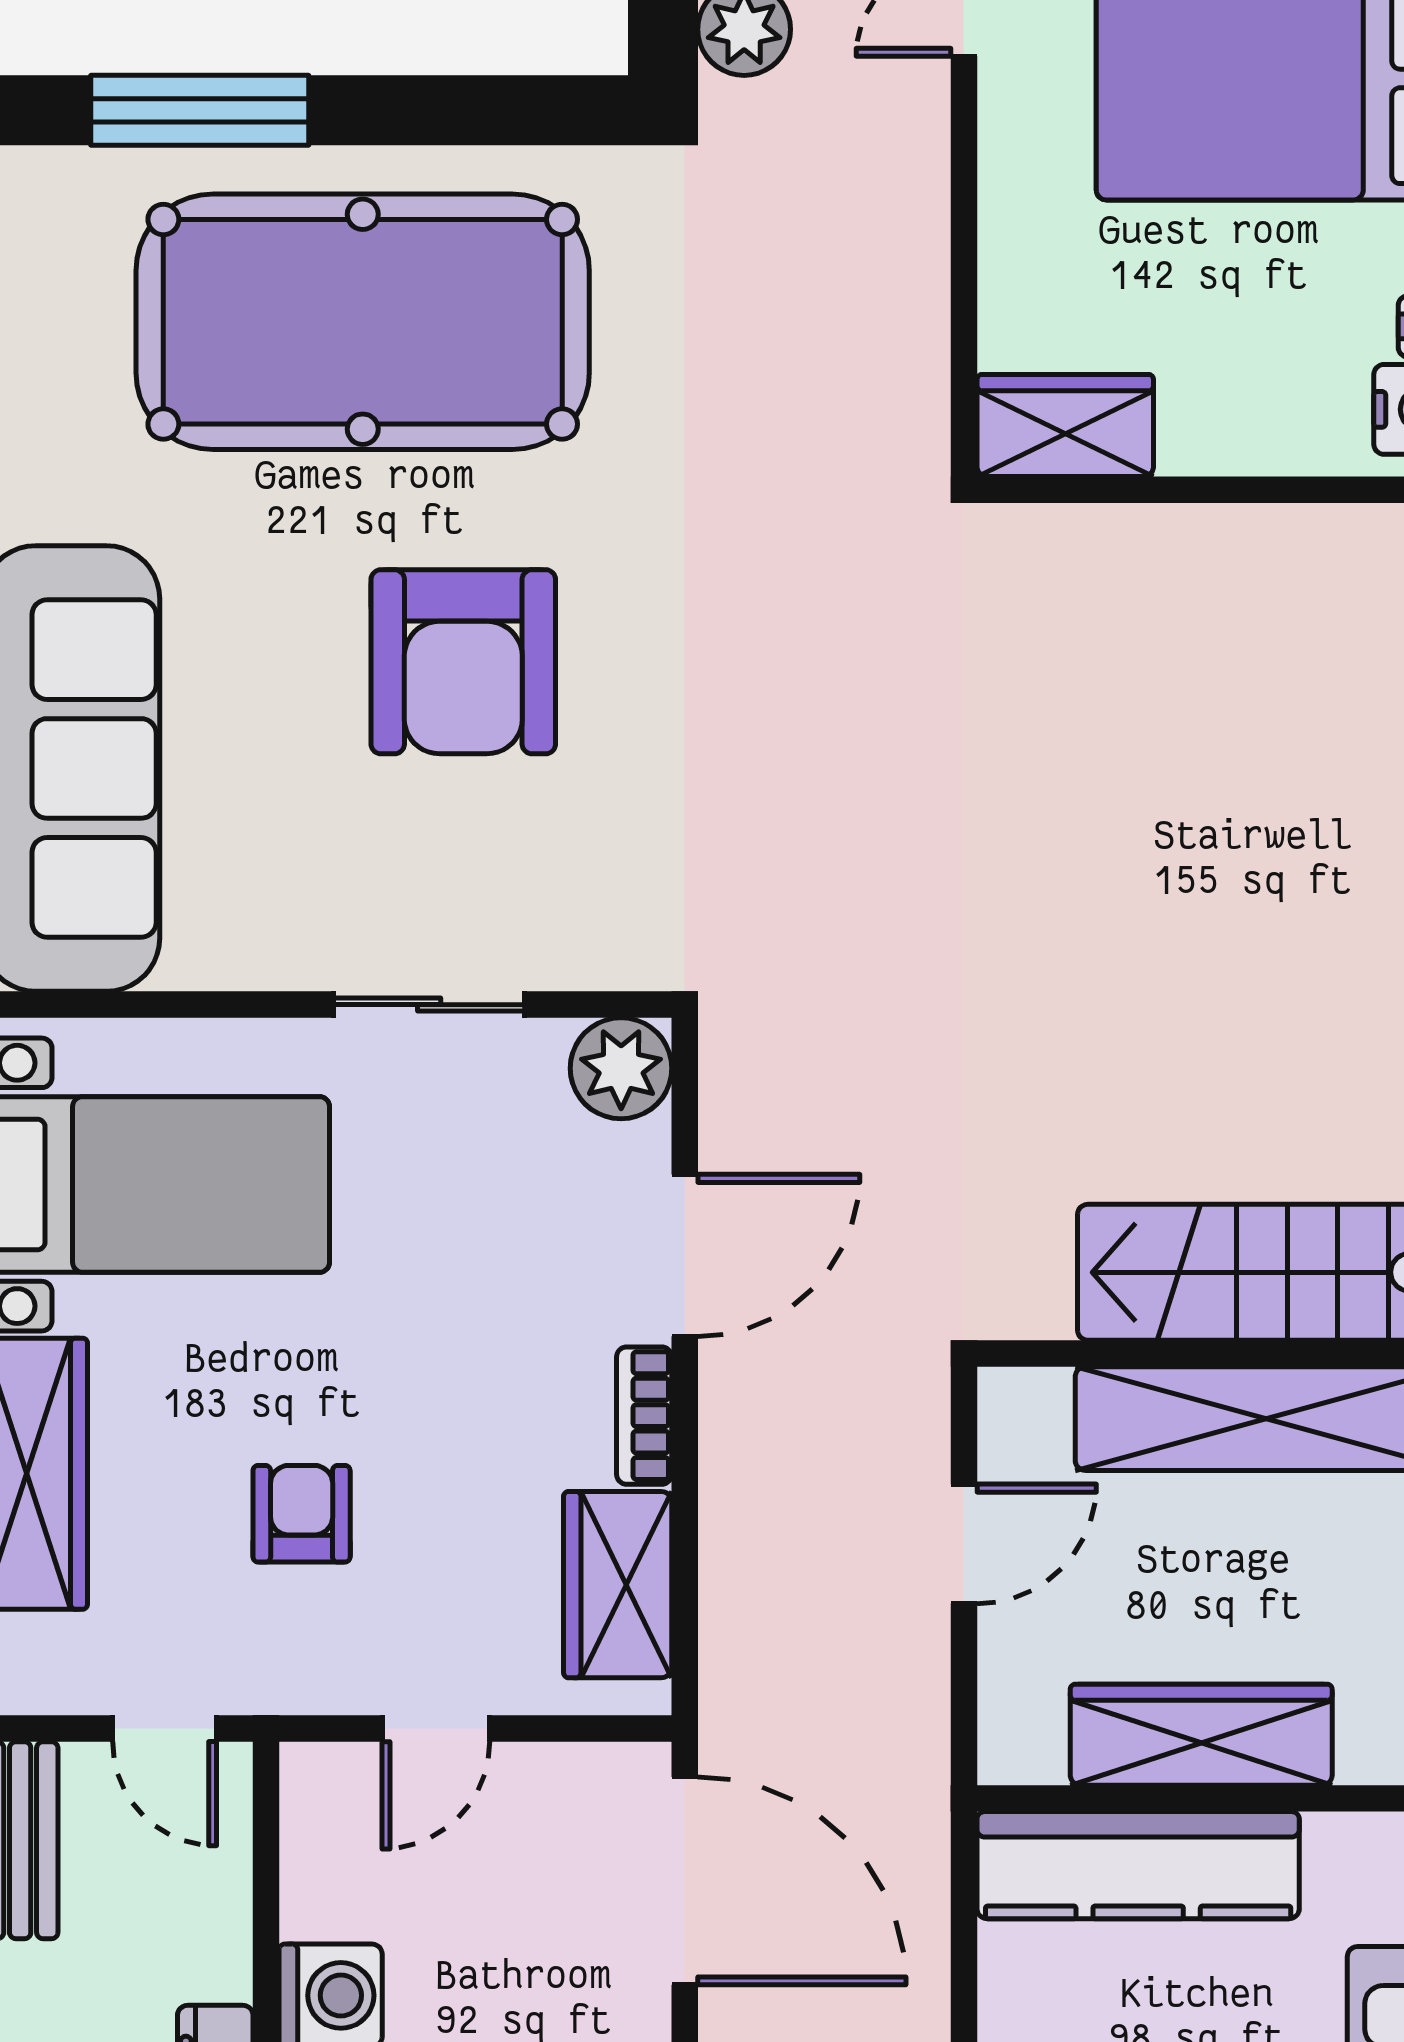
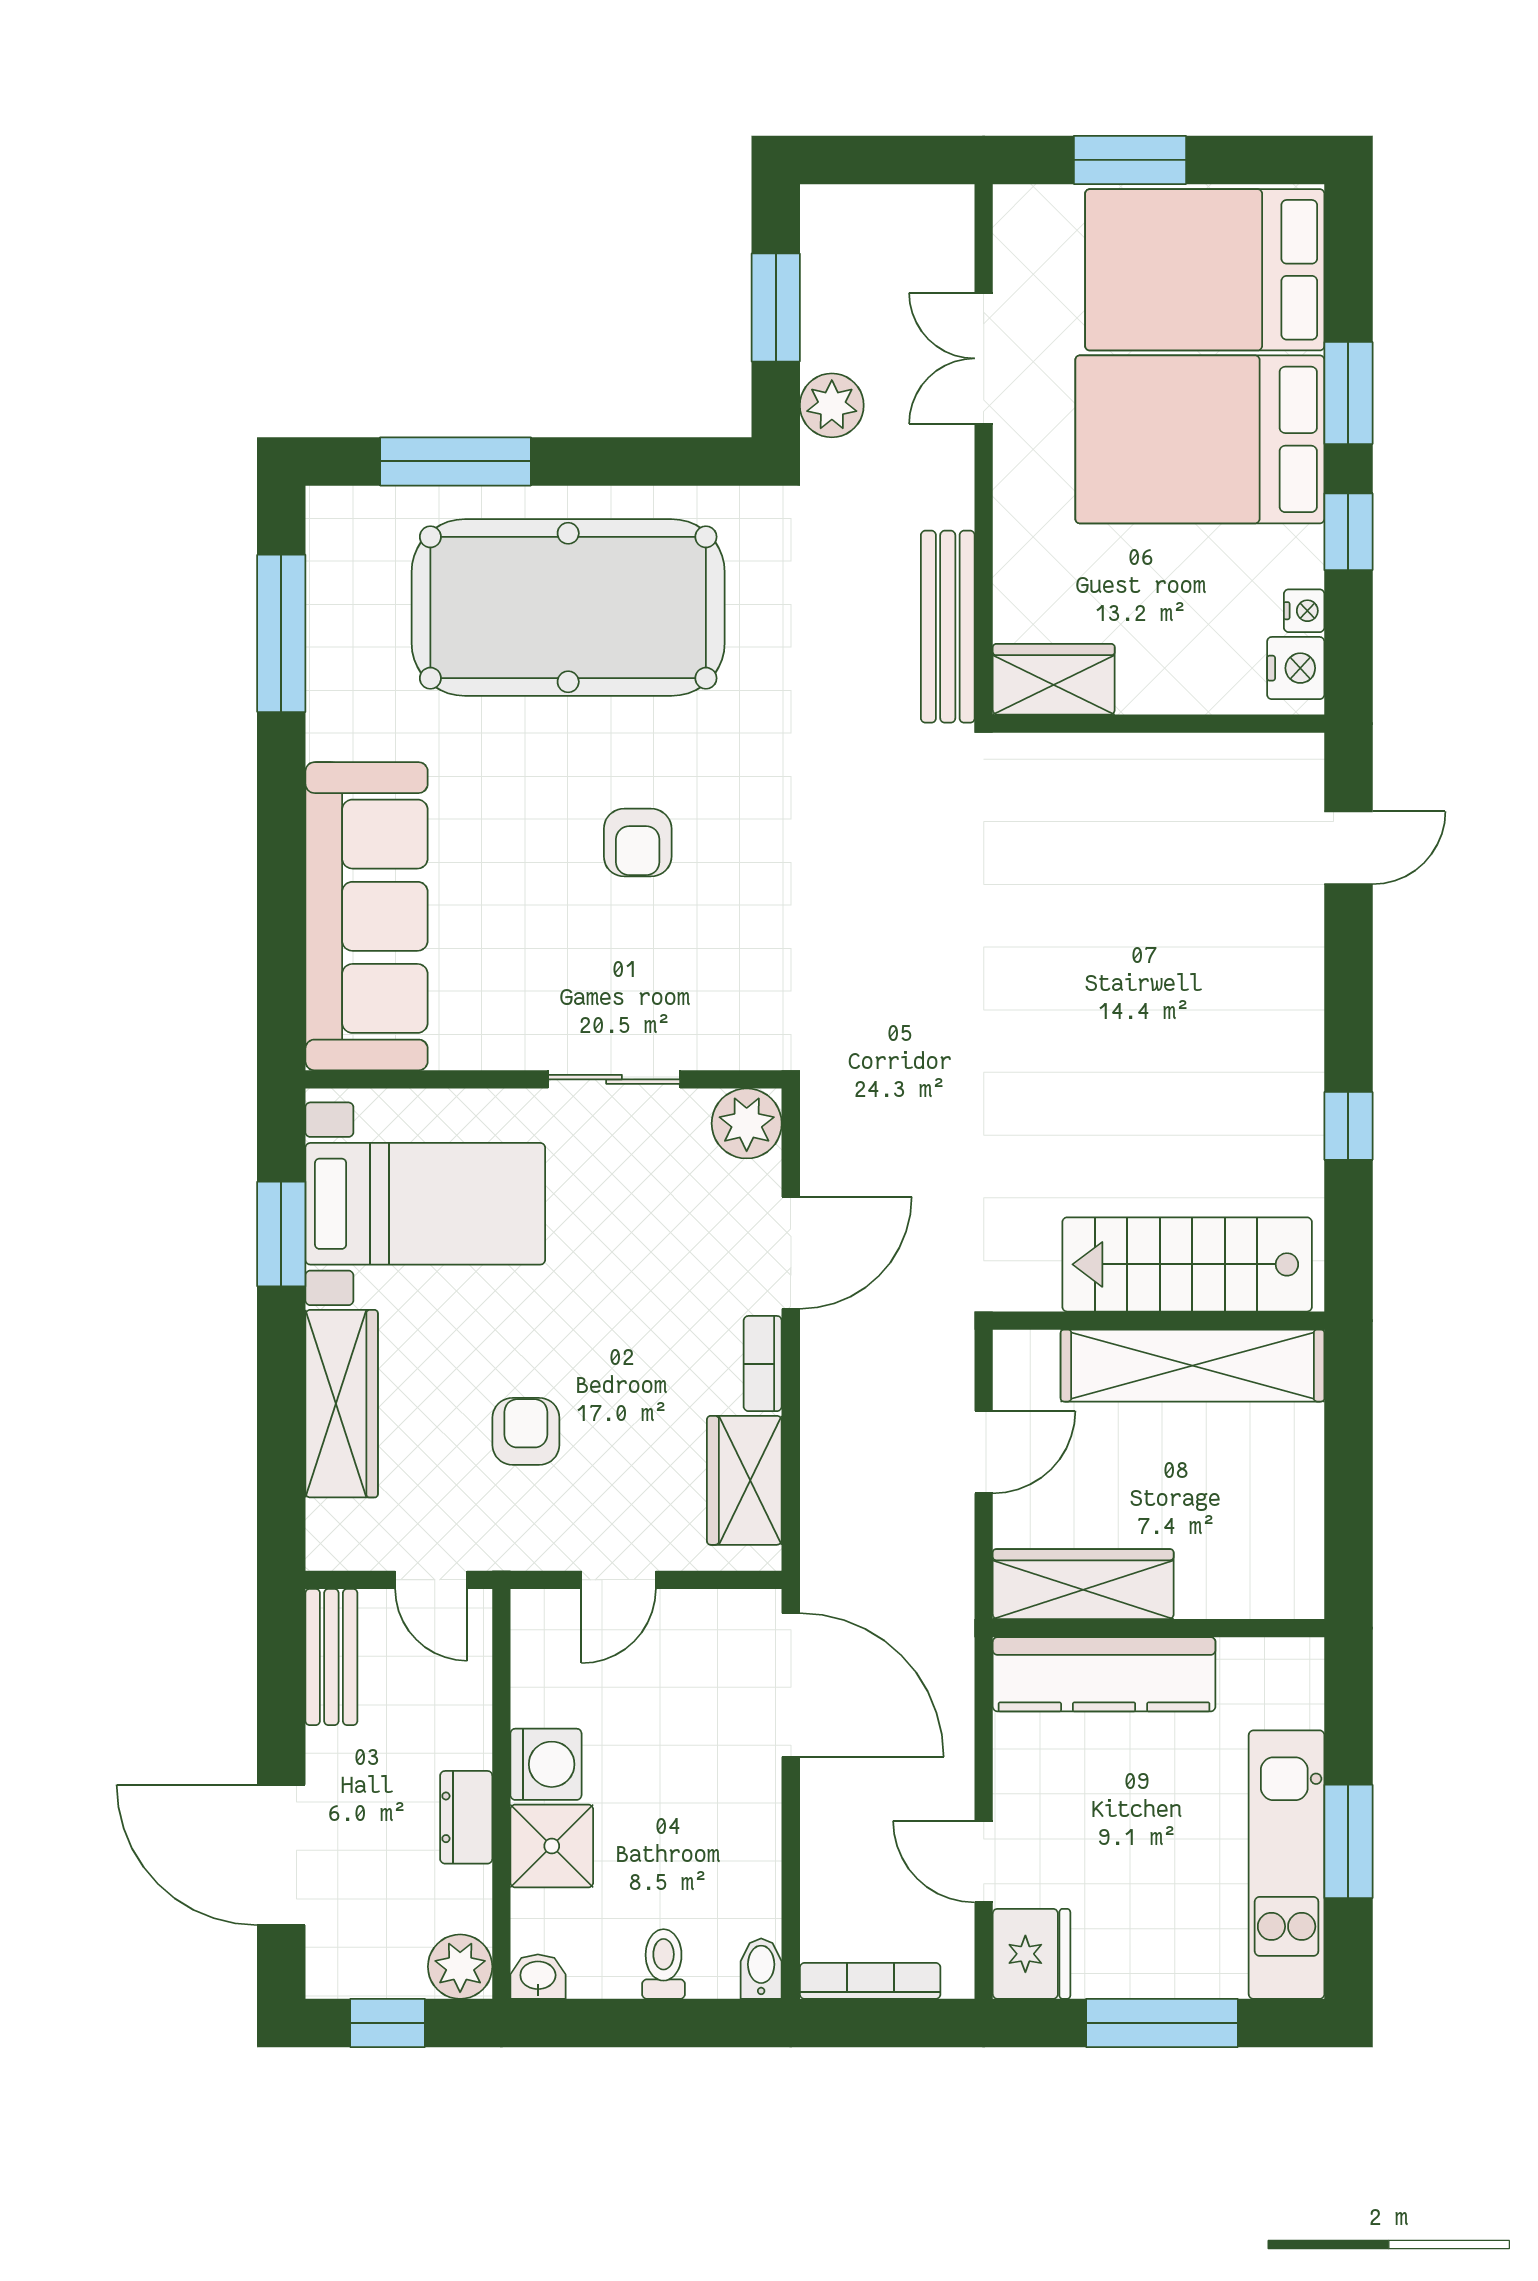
bench: (912, 349) -> (948, 627), added
armchair: (463, 662) -> (638, 843), width x0.53, depth x0.53
wardrobe: (1201, 1735) -> (1083, 1584), moved

